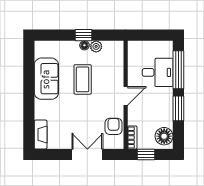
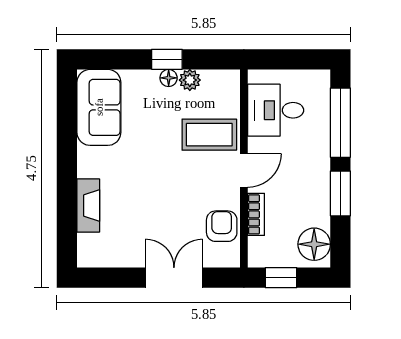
desk: (158, 72) -> (276, 110), moved, turned 180
sofa: (46, 79) -> (99, 107), moved
coffee table: (83, 79) -> (209, 135), moved, turned 90
fireplace: (41, 135) -> (88, 206), moved
bookcase: (132, 137) -> (256, 214), moved

